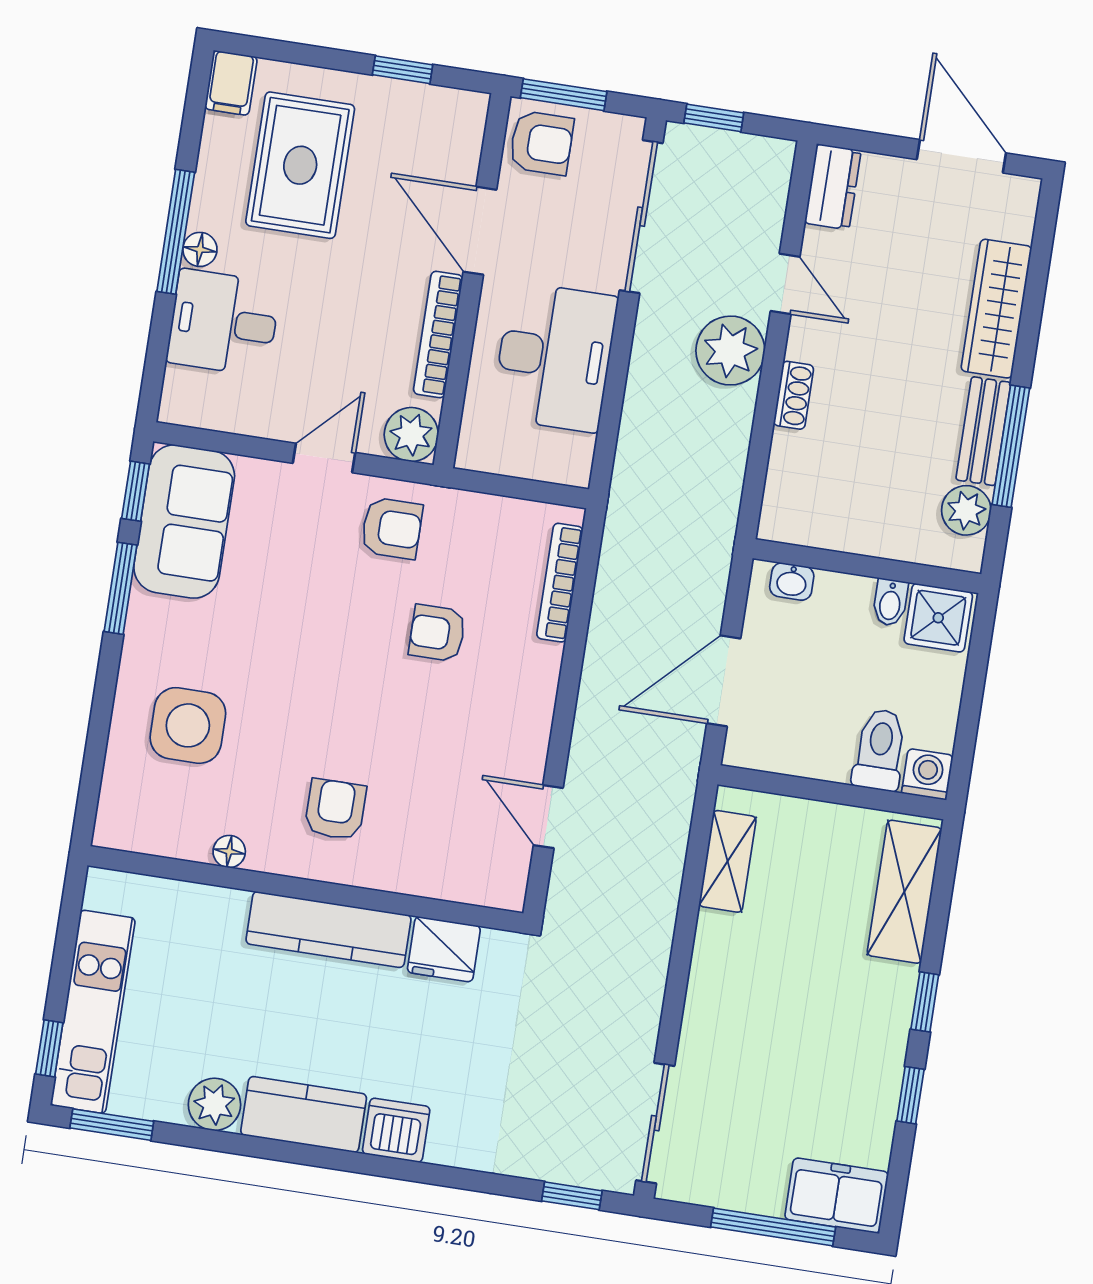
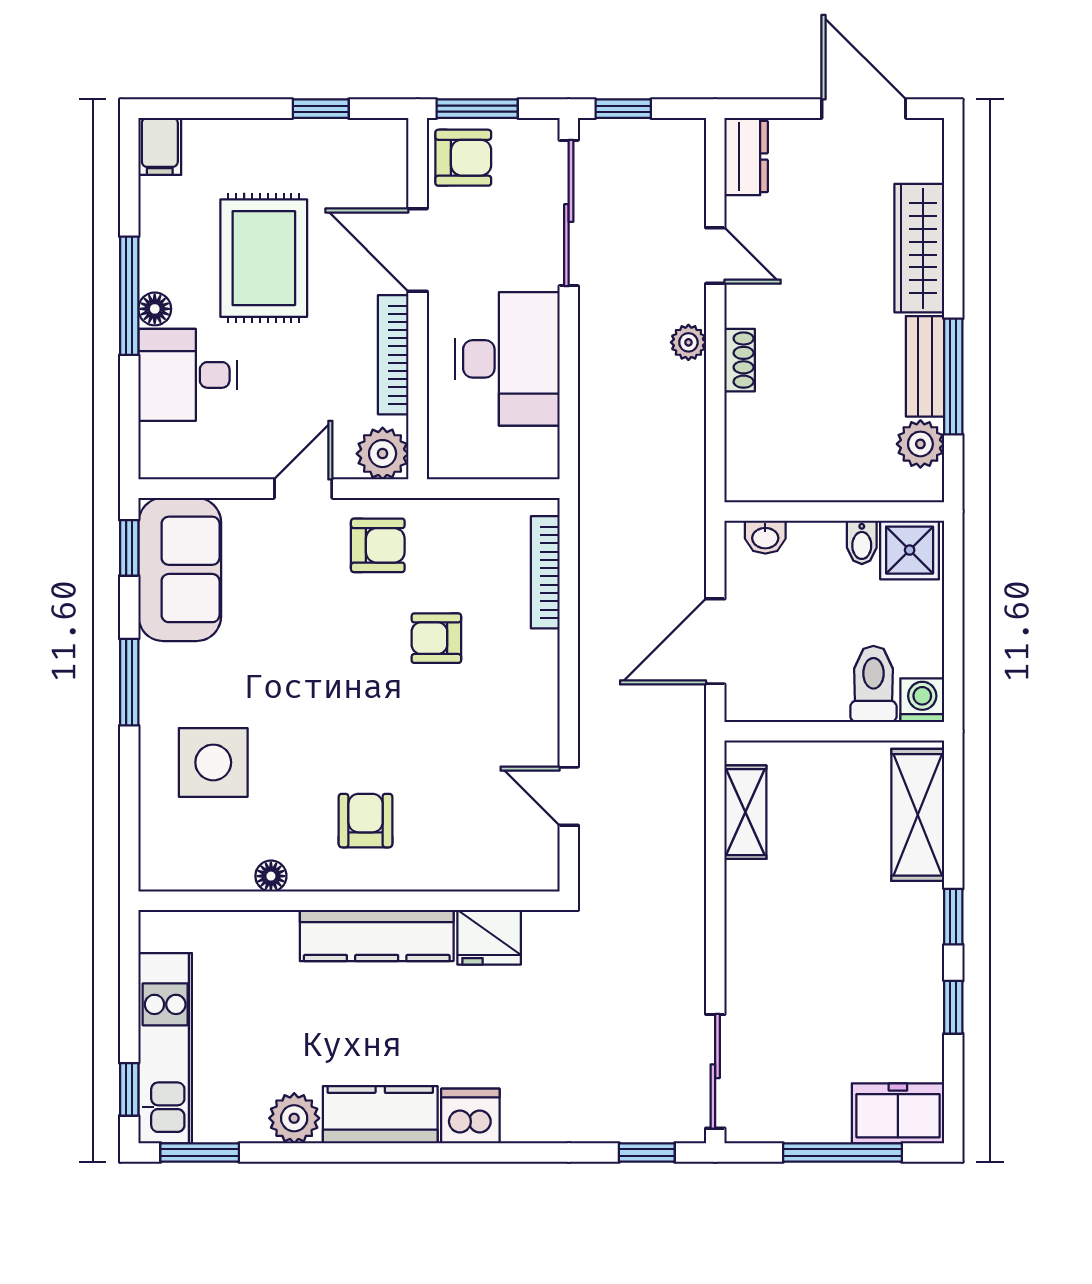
rug: (300, 165) -> (264, 258), moved
plant: (730, 351) -> (688, 342), width x0.53, depth x0.53
window: (121, 588) -> (129, 682), moved

